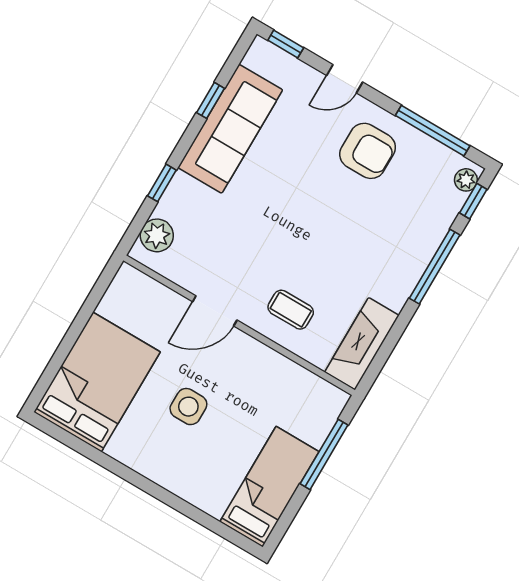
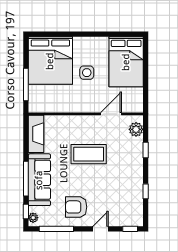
sofa: (230, 129) -> (39, 180), moved, turned 180
coffee table: (291, 310) -> (89, 154), moved, width x1.86, depth x1.72
door: (215, 311) -> (111, 114), moved
bed: (269, 487) -> (50, 61), width x2.04

